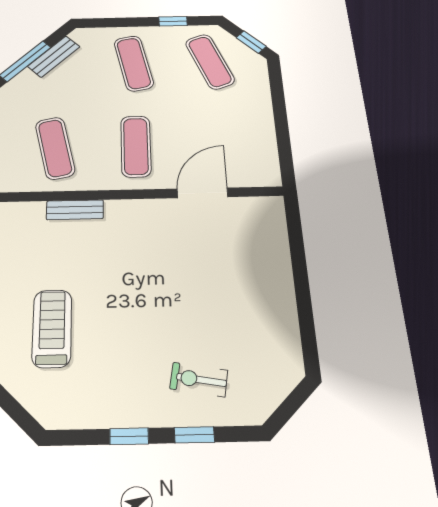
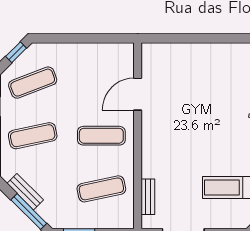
door: (202, 193) -> (138, 94), hinge flipped
bench: (75, 210) -> (148, 197), moved

